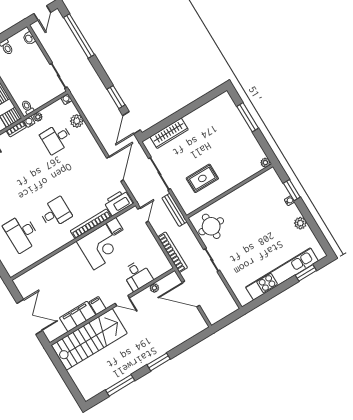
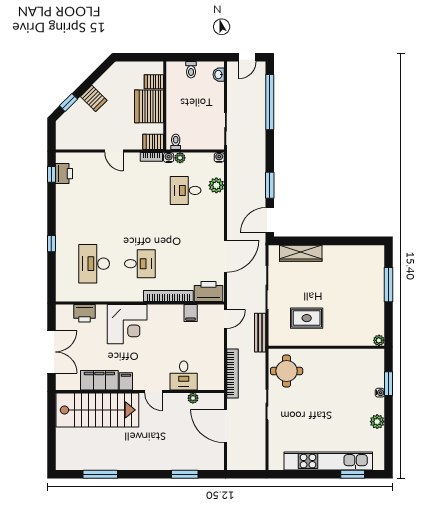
corner desk: (100, 247) -> (127, 324), moved
printer: (37, 274) -> (85, 313), added
window: (159, 362) -> (185, 474), moved

